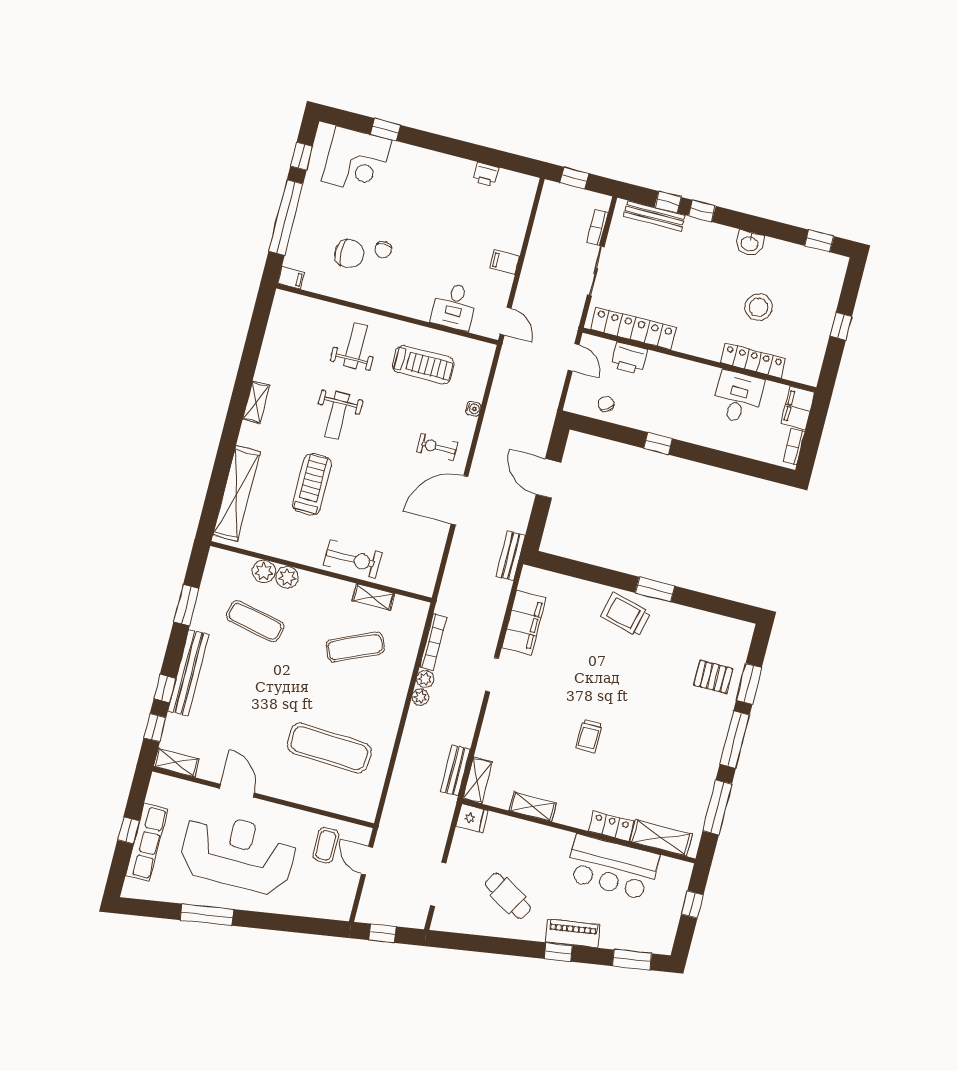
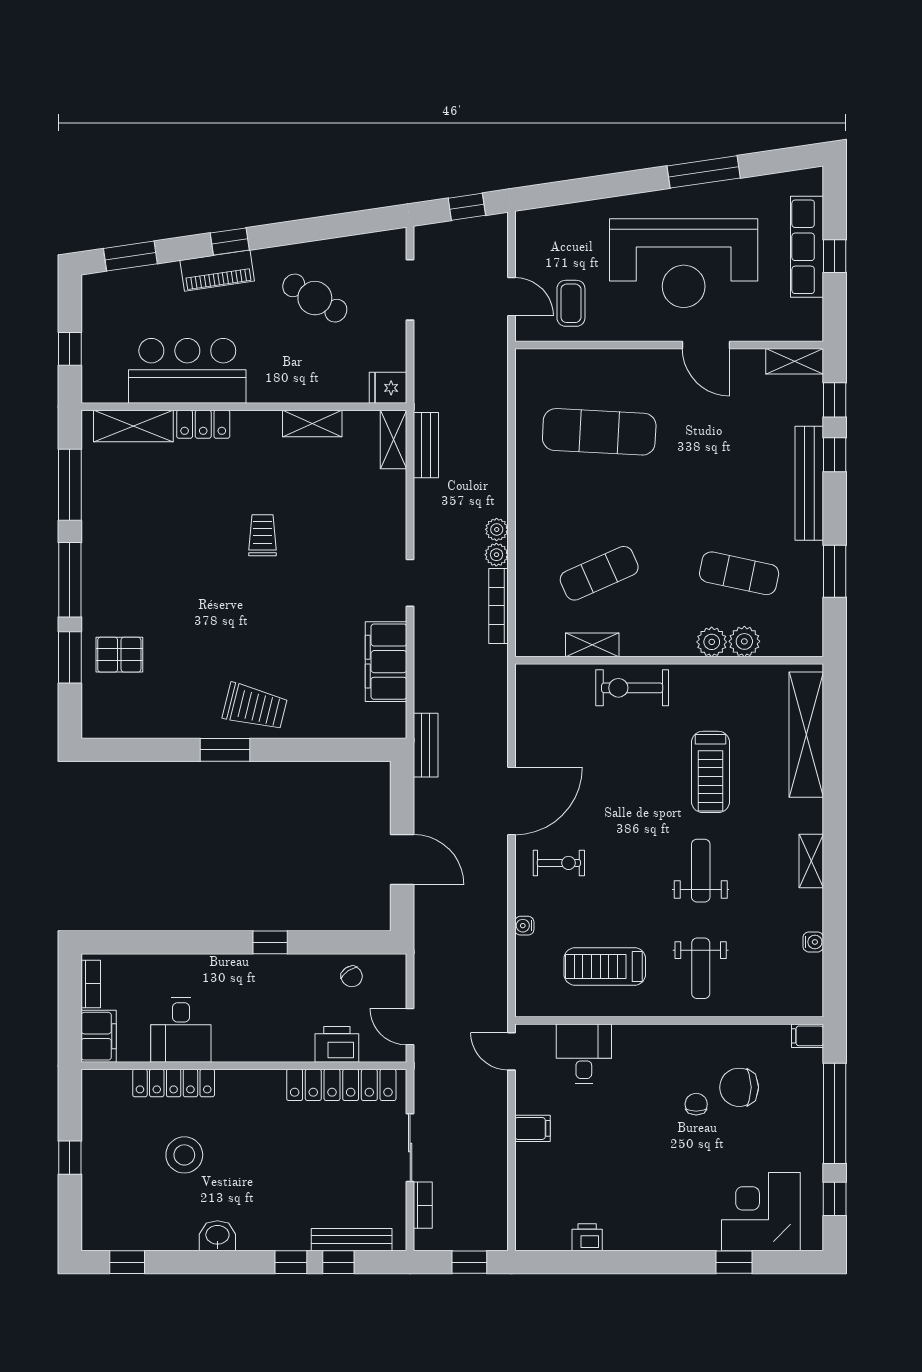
water cooler: (270, 344) -> (813, 942), added

